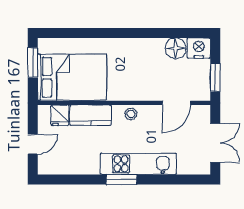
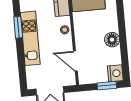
floor lamp: (176, 48) -> (112, 40), moved
window: (215, 78) -> (107, 86), moved

